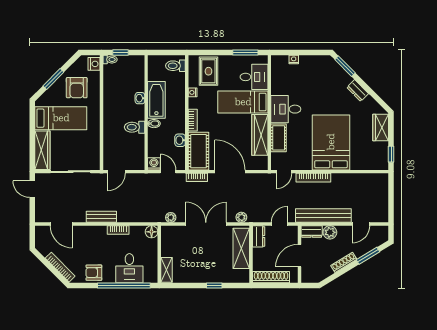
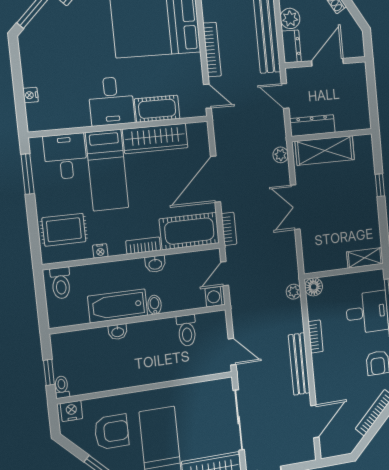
toilet: (135, 127) -> (187, 330), moved
washbasin: (180, 140) -> (155, 264), moved
bench: (101, 217) -> (299, 364), width x1.36
plant: (171, 217) -> (294, 292), moved
double door: (206, 224) -> (295, 207), width x0.73
dresser: (259, 236) -> (312, 126), width x1.44
door: (300, 256) -> (327, 62), swing flipped
shoe rack: (271, 277) -> (361, 102), removed

